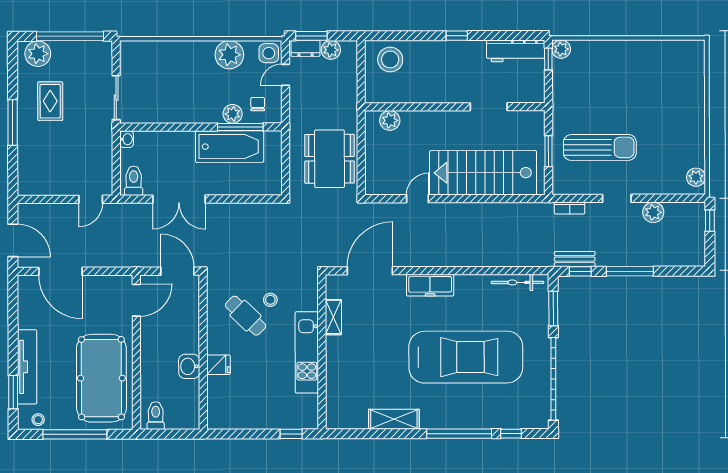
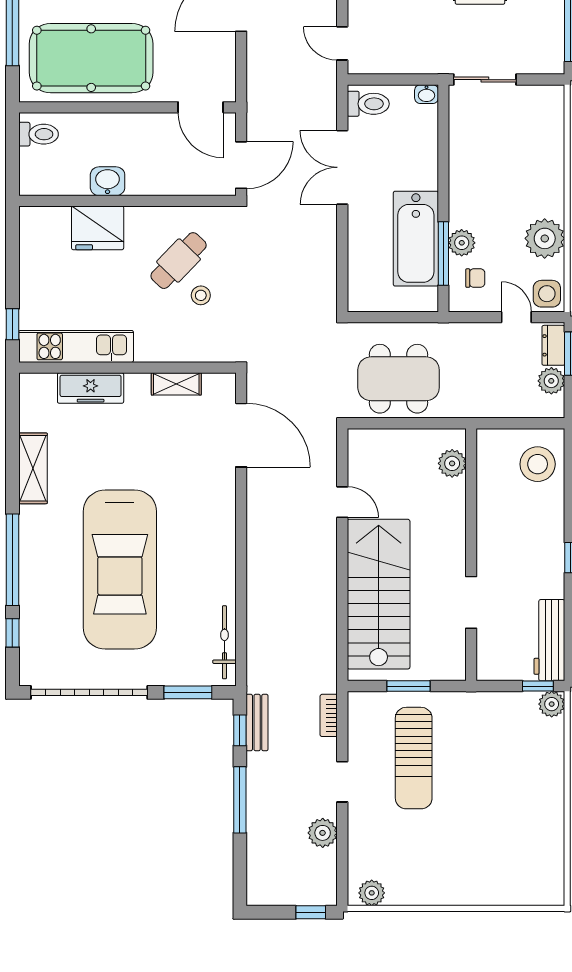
freezer: (430, 285) -> (91, 388), moved, turned -90
kitchen unit: (307, 352) -> (76, 346), moved
fridge: (218, 365) -> (98, 228), width x1.88, depth x1.34

